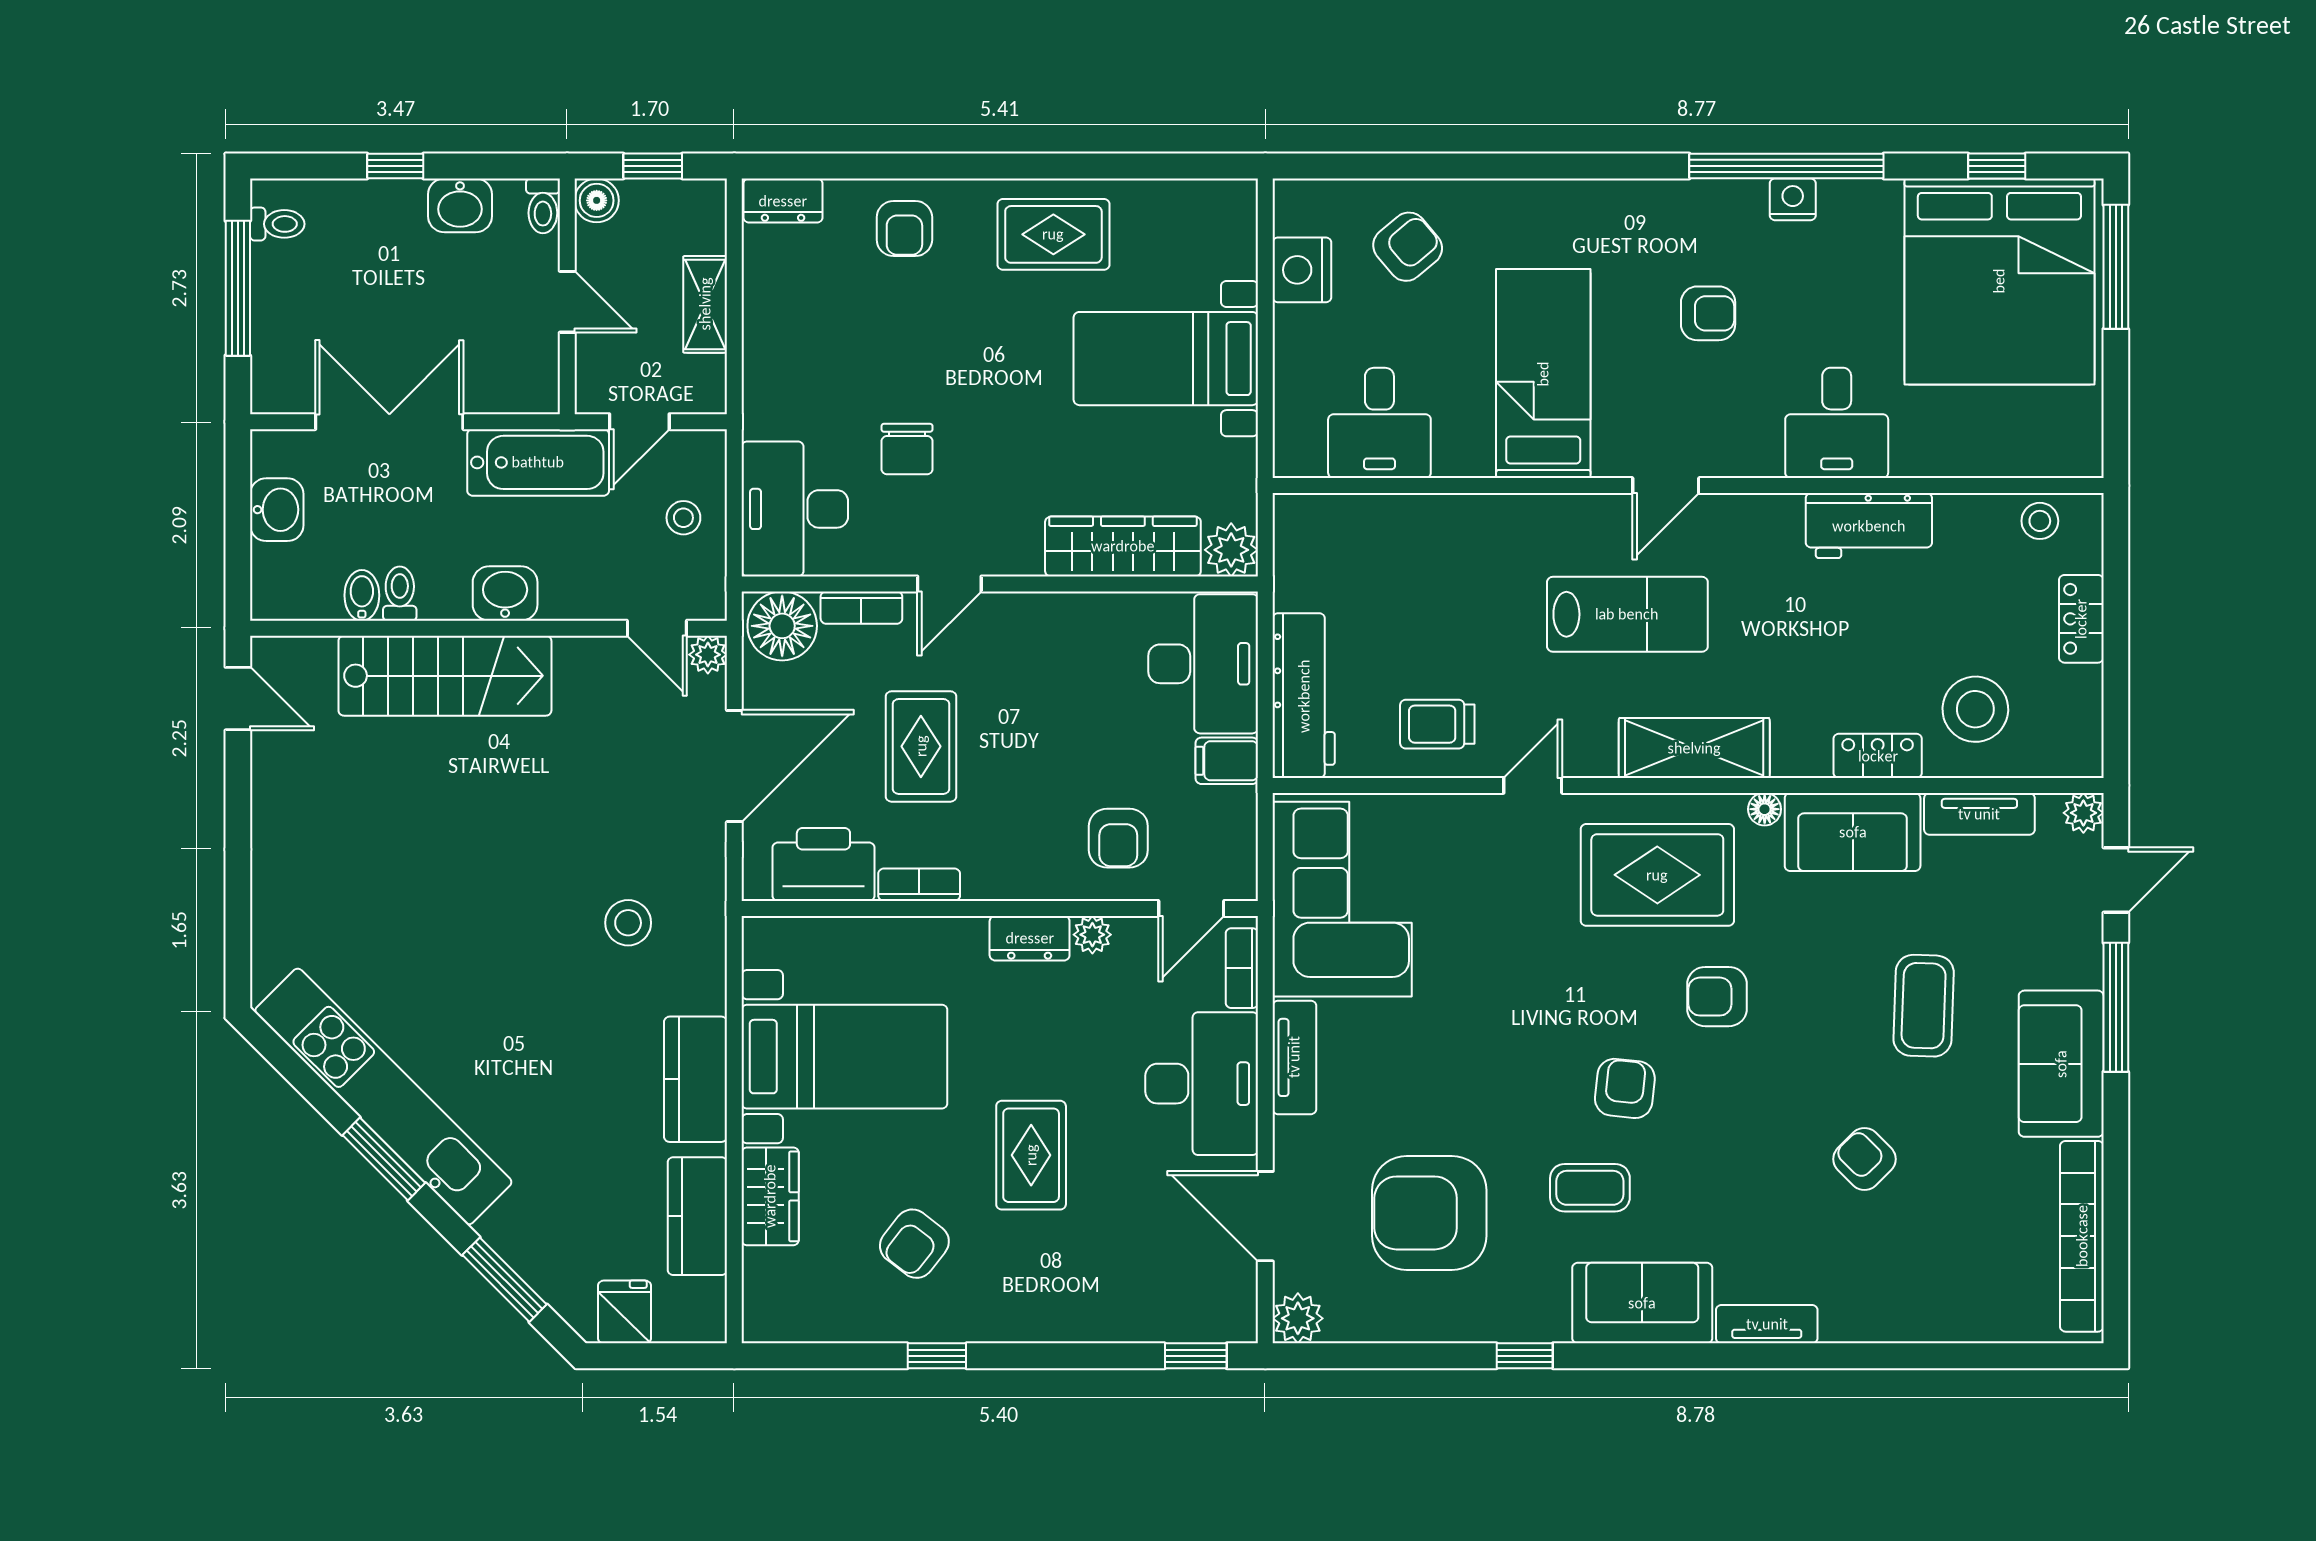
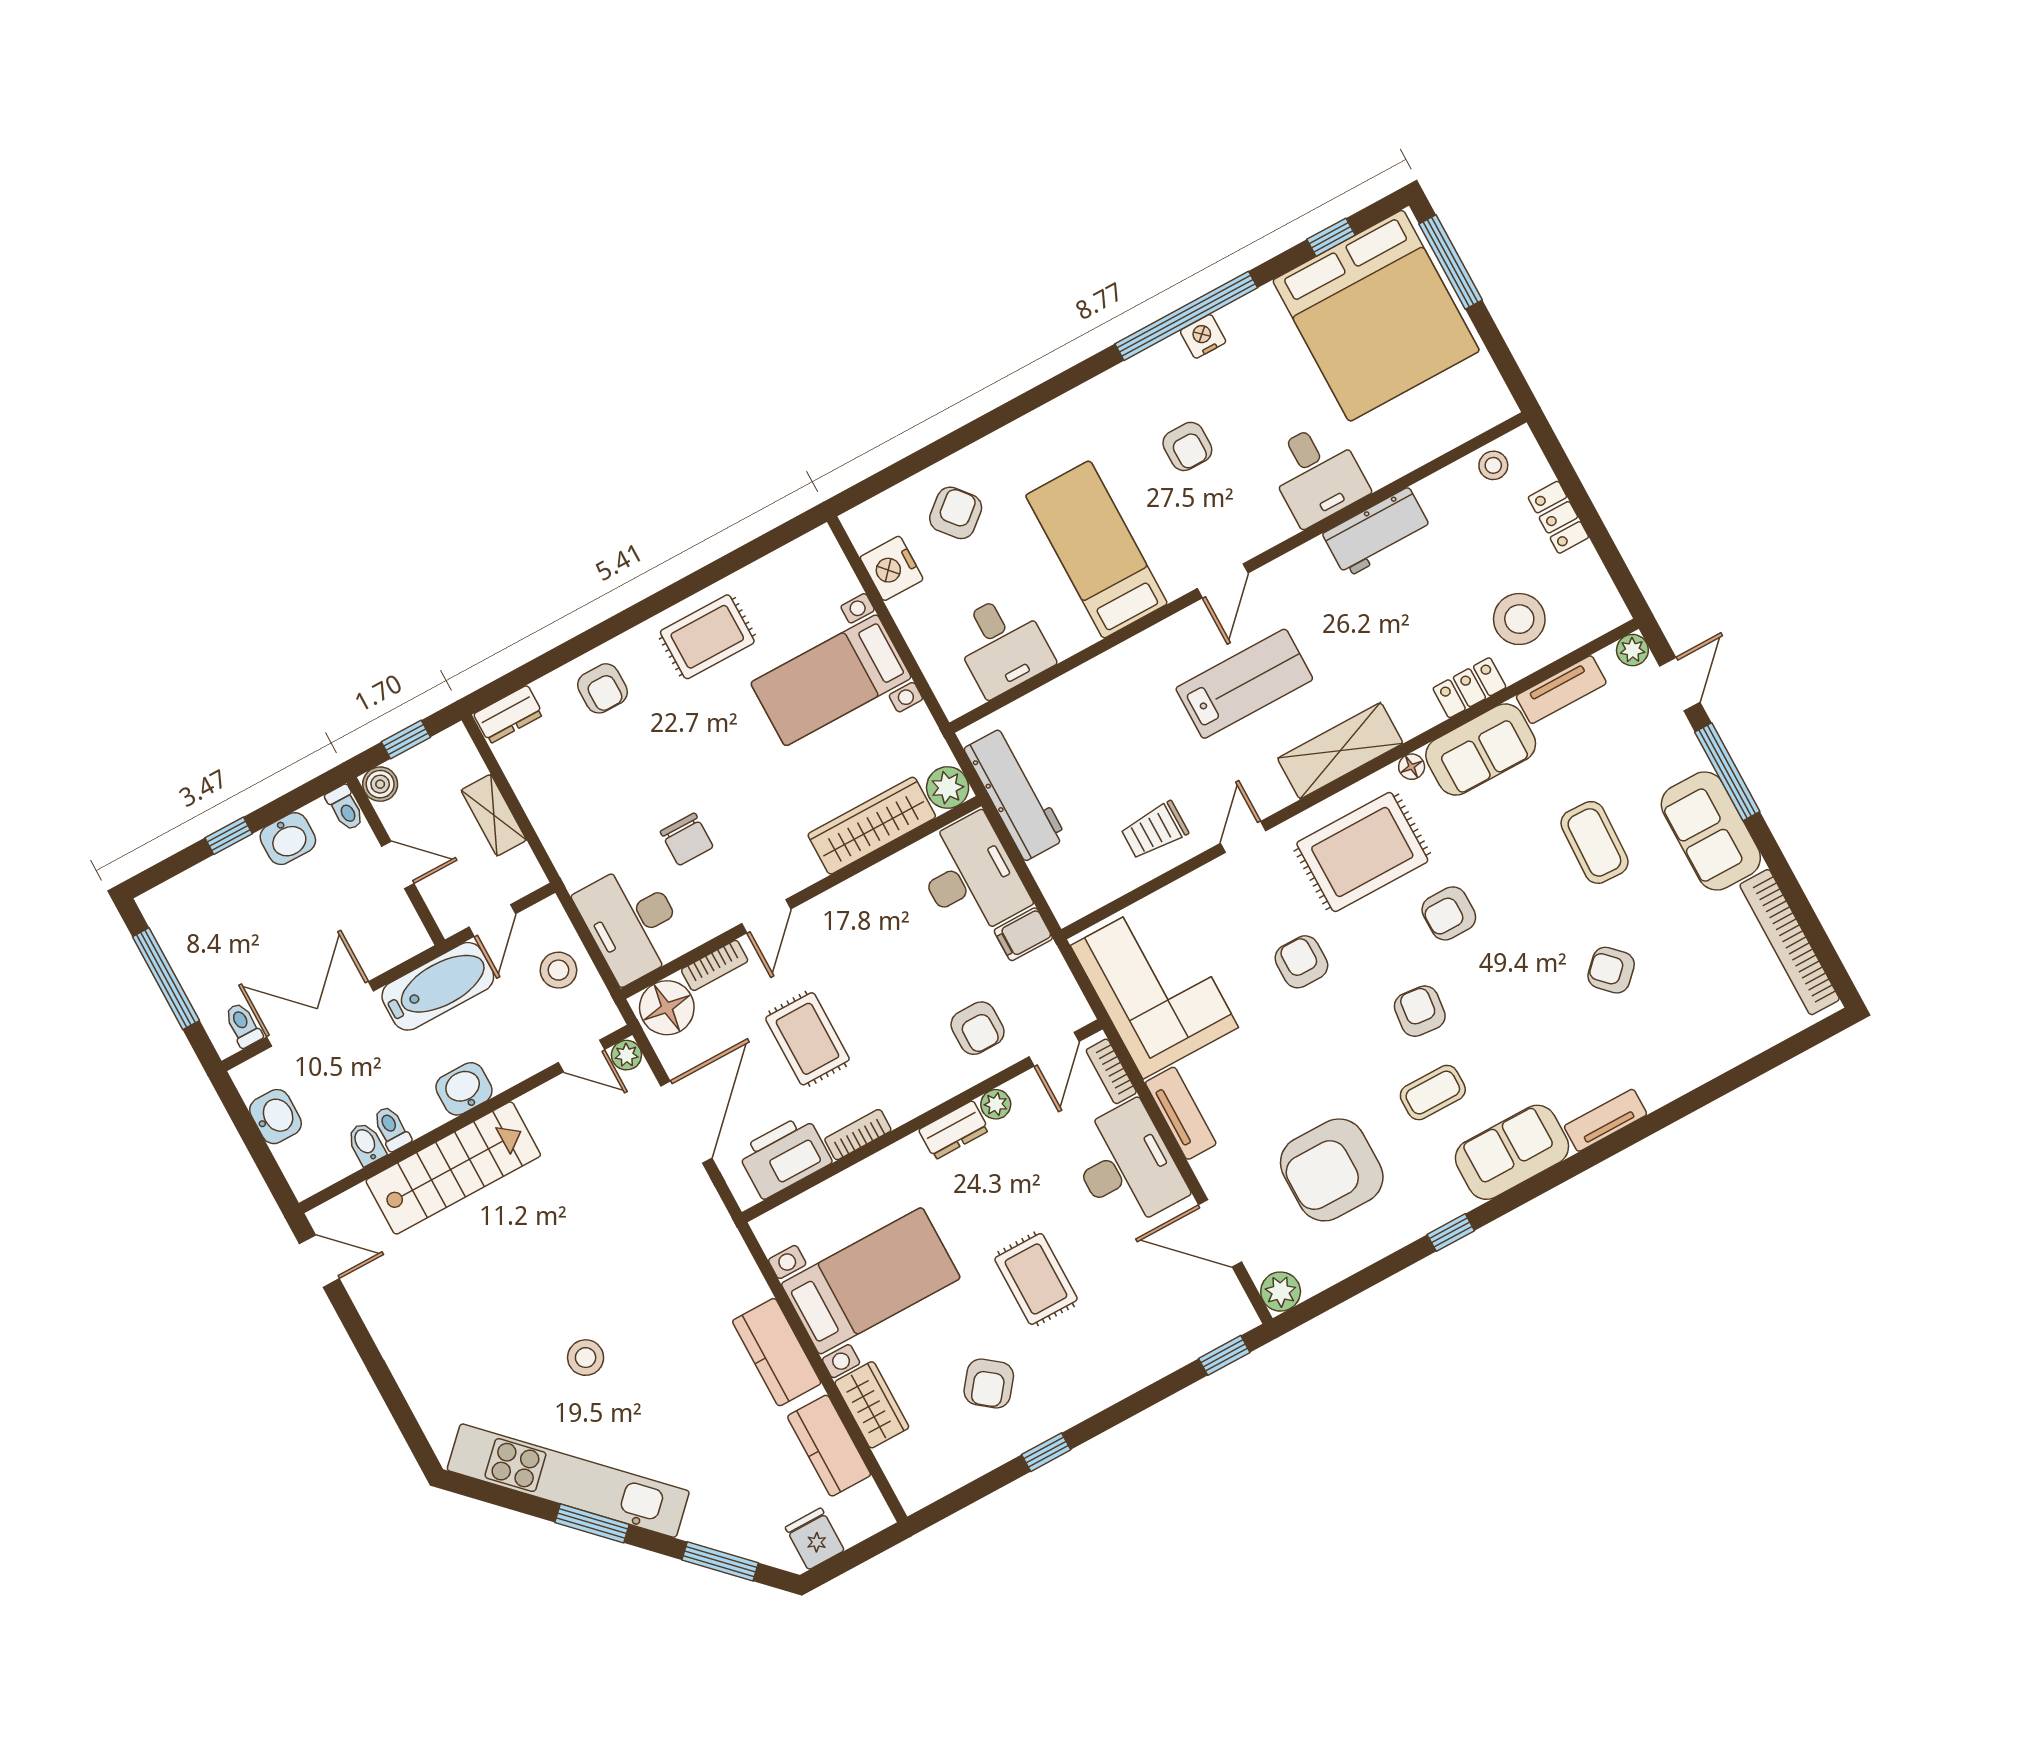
toilet: (277, 224) -> (243, 1025), moved, turned -90
armchair: (1708, 313) -> (1187, 446), turned 90
stool: (683, 518) -> (558, 970), width x1.37, depth x1.37
workbench: (1304, 696) -> (1015, 793), moved
stool: (628, 923) -> (586, 1358), moved
armchair: (1522, 961) -> (1301, 962), added

